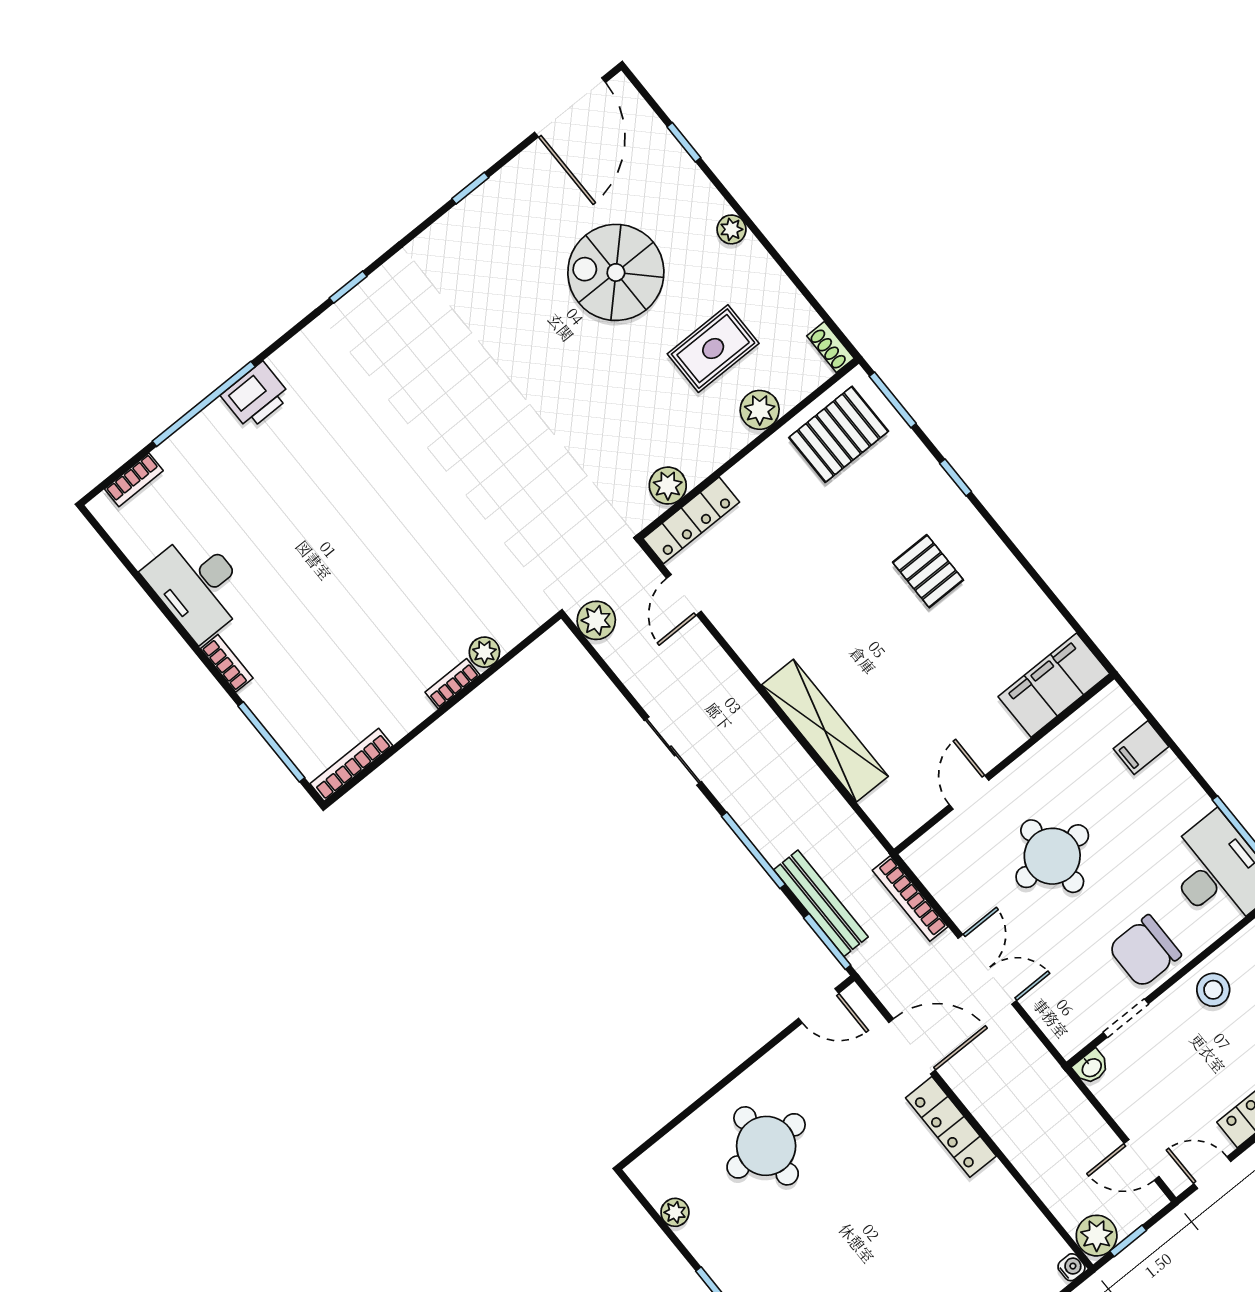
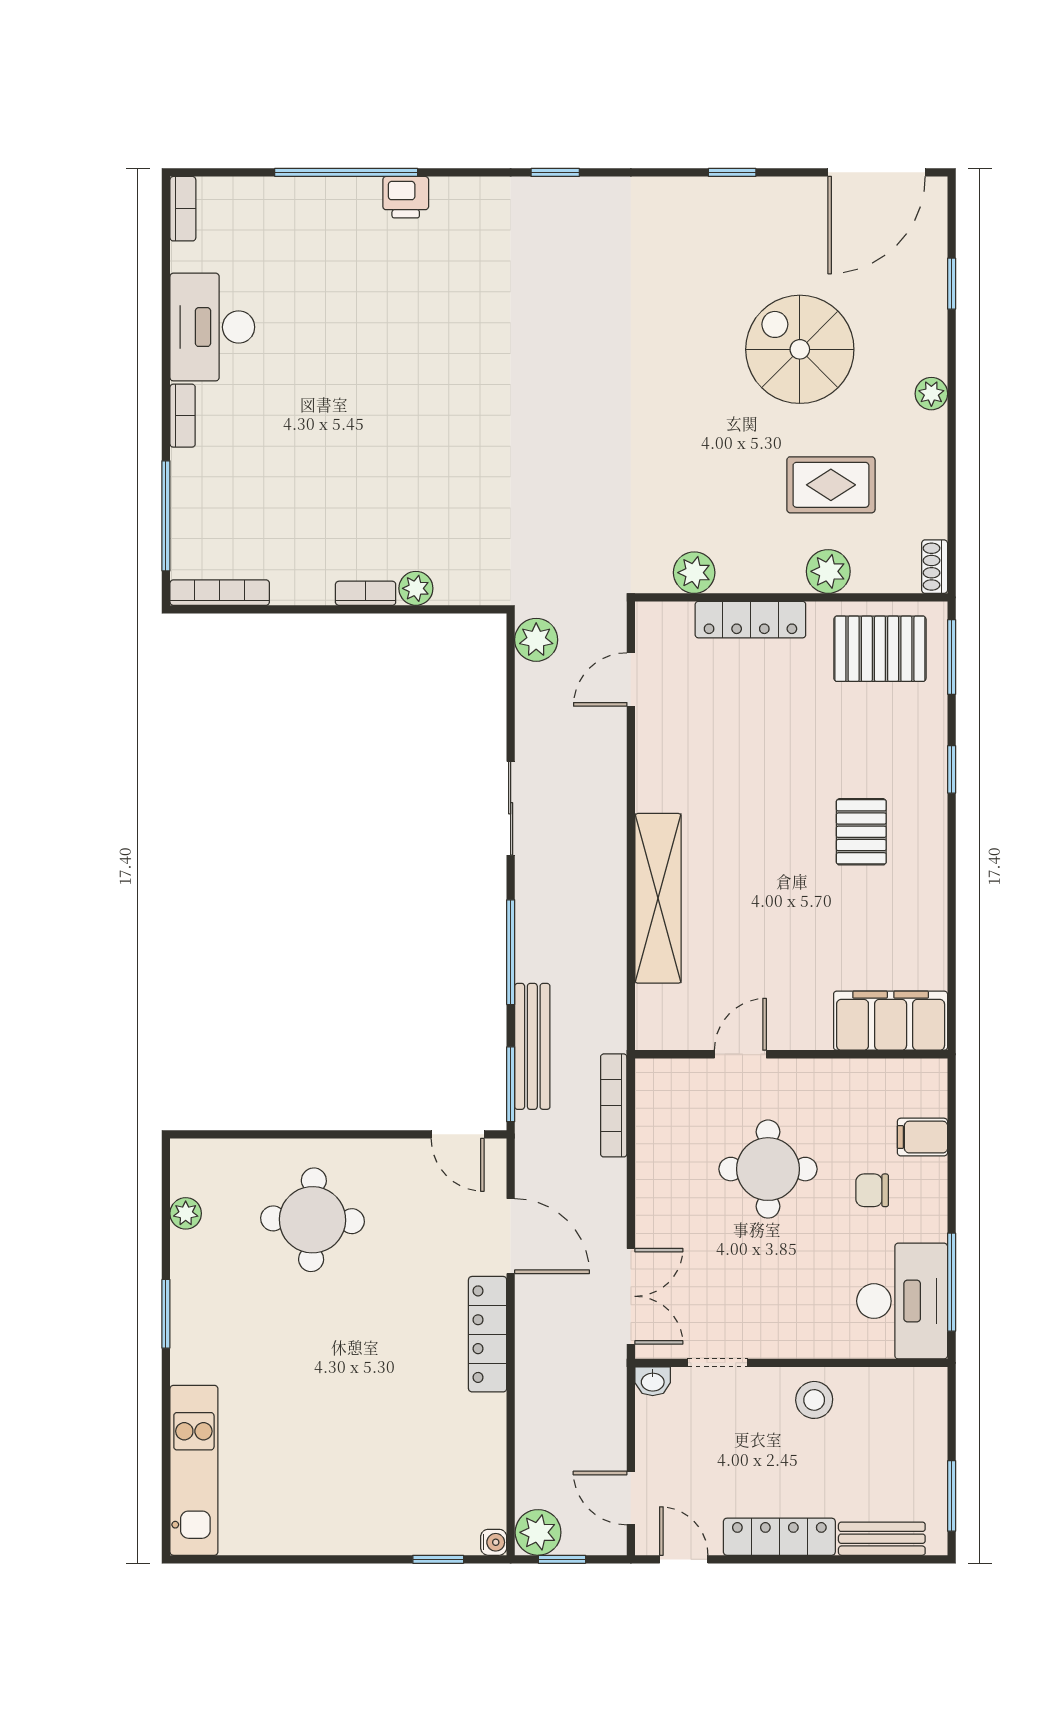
printer: (256, 396) -> (406, 197), width x0.73, depth x0.81
bookcase: (134, 480) -> (183, 209), moved, turned -90
locker: (691, 520) -> (750, 620), moved
chair: (1145, 951) -> (872, 1190), moved, width x0.54, depth x0.54
double door: (987, 969) -> (631, 1296), moved

